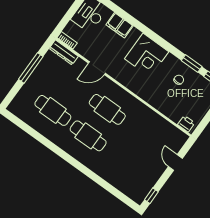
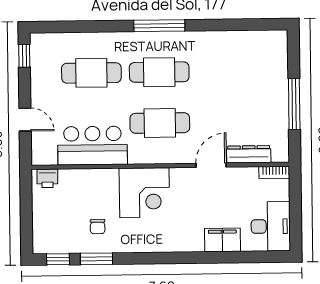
dresser: (64, 52) -> (249, 154), moved
corner desk: (147, 55) -> (144, 193), moved, turned 180
cafe table: (53, 110) -> (91, 73), moved
bar counter: (150, 123) -> (93, 146), added
window: (70, 160) -> (159, 26), added

